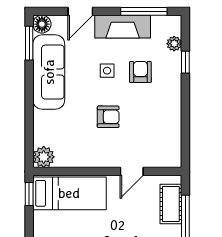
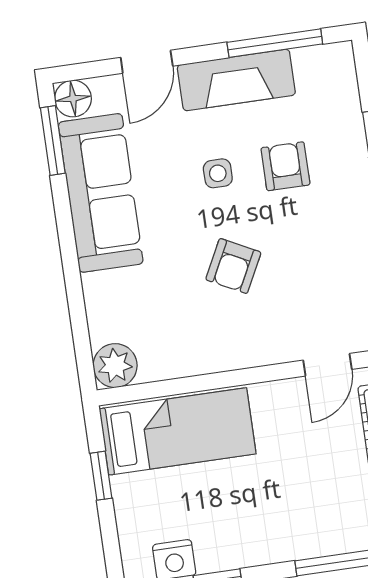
plant: (174, 44) -> (345, 99), removed
armchair: (108, 117) -> (233, 266), turned 117
door: (132, 171) -> (328, 365), moved
window: (29, 194) -> (101, 476), moved

